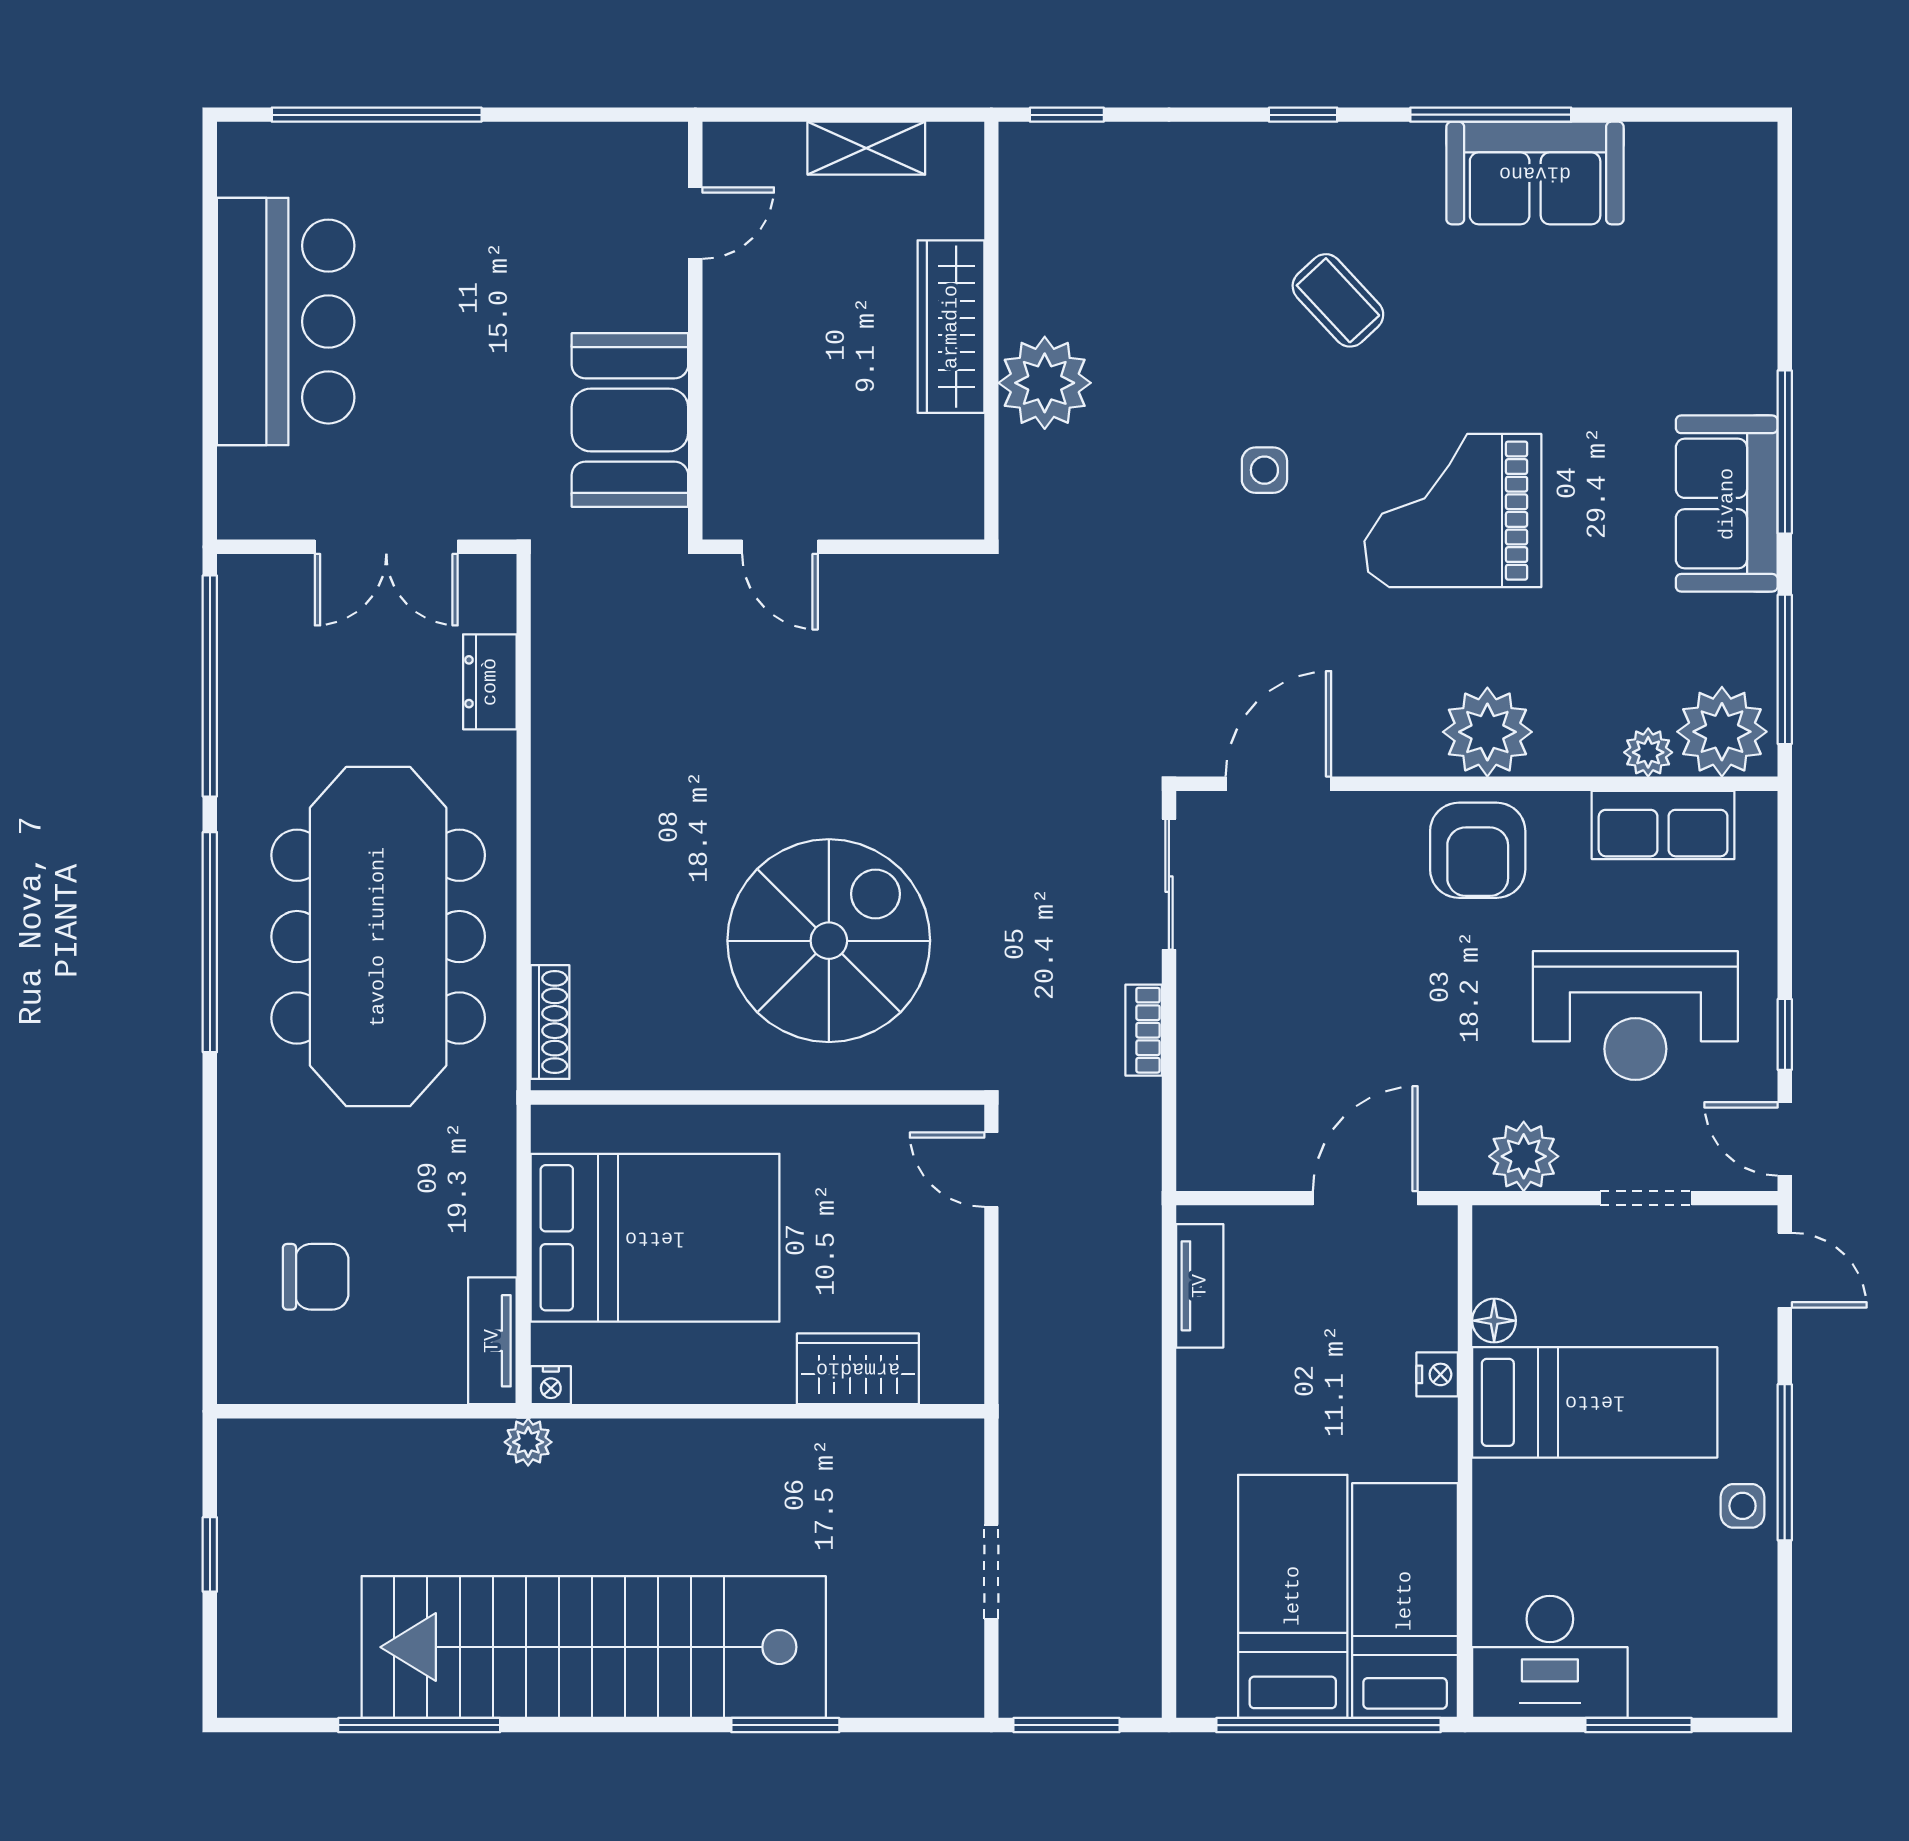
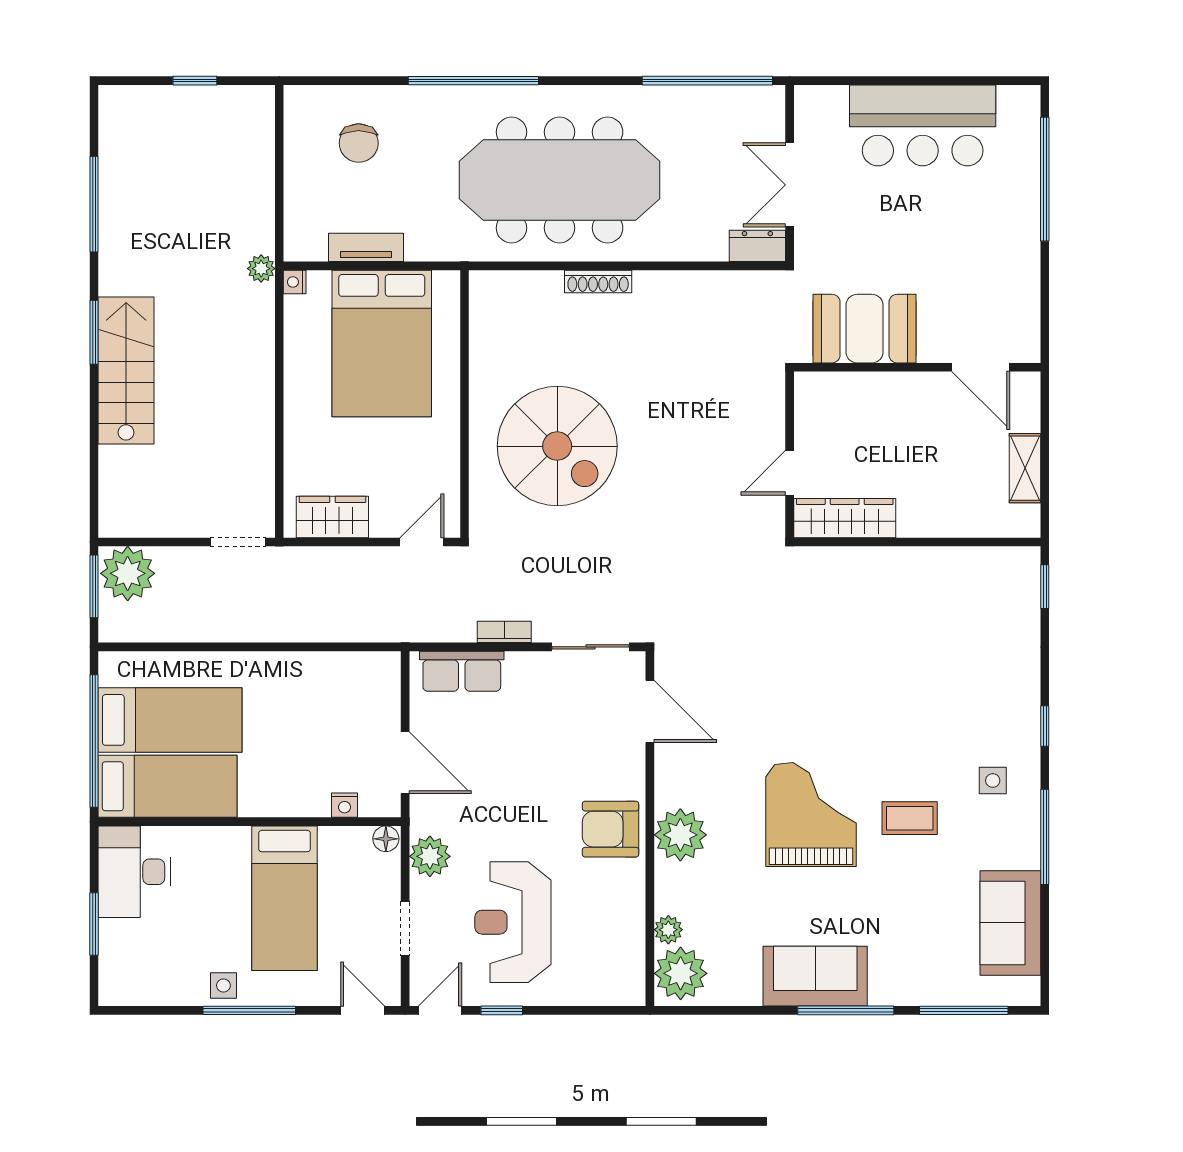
sofa: (1535, 173) -> (1010, 923), moved
door: (695, 223) -> (981, 367), width x1.38
coffee table: (1338, 300) -> (910, 818), moved, turned 43
wardrobe: (951, 327) -> (845, 518), moved
plant: (1045, 383) -> (128, 573), moved
side table: (1264, 470) -> (993, 781), moved
door: (780, 547) -> (790, 473), moved
window: (1785, 669) -> (964, 1010), moved
dresser: (490, 682) -> (757, 246), moved
row of seats: (1663, 825) -> (462, 671), moved, turned -90
window: (210, 942) -> (473, 81), moved
shoe rack: (550, 1022) -> (598, 281), moved
door: (1785, 1270) -> (363, 1010), swing flipped
tv unit: (1200, 1286) -> (353, 665), removed
floor lamp: (1494, 1321) -> (386, 839), moved
tv unit: (492, 1341) -> (366, 247), moved
wardrobe: (858, 1369) -> (332, 517), moved, turned -90
nightstand: (1437, 1374) -> (344, 805), moved
doorway: (991, 1572) -> (238, 542), moved
stairs: (594, 1647) -> (126, 371), width x0.54, depth x0.66
window: (785, 1725) -> (94, 332), moved

